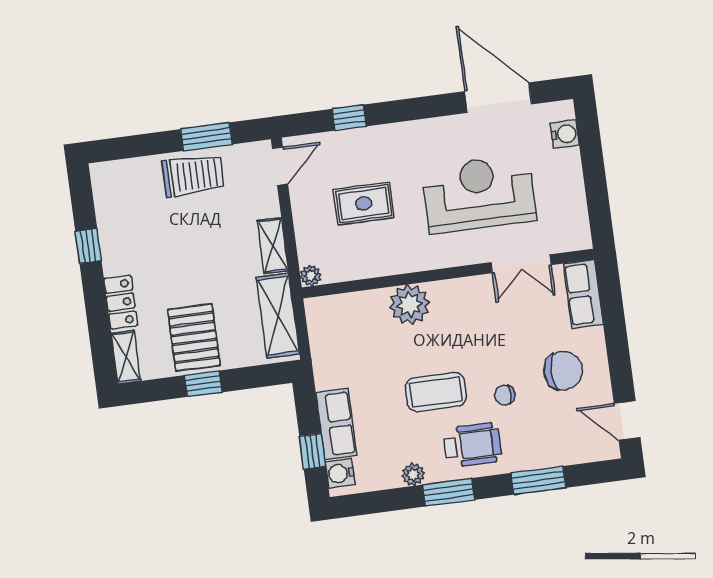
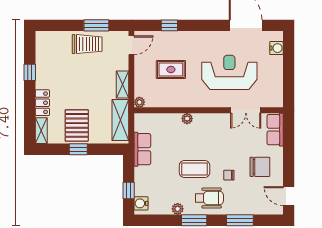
plant: (410, 305) -> (187, 119), width x0.53, depth x0.53
row of seats: (336, 424) -> (142, 149), moved

